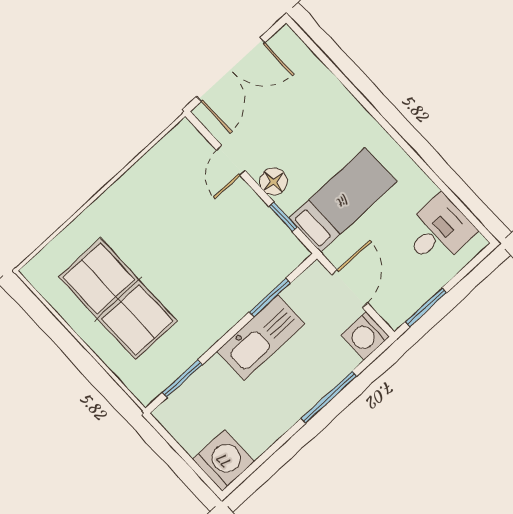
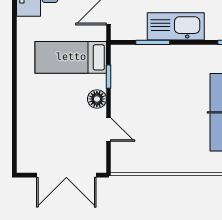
double door: (231, 69) -> (66, 175), swing flipped
door: (231, 160) -> (109, 129), hinge flipped

